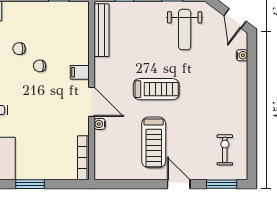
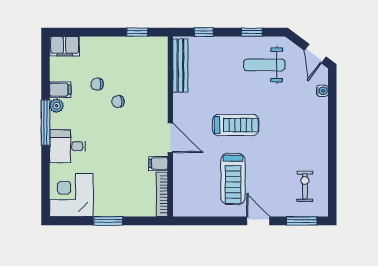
weight bench: (185, 30) -> (264, 65), turned 90
filing cabinet: (80, 72) -> (158, 164), moved
water cooler: (100, 124) -> (178, 160), removed

